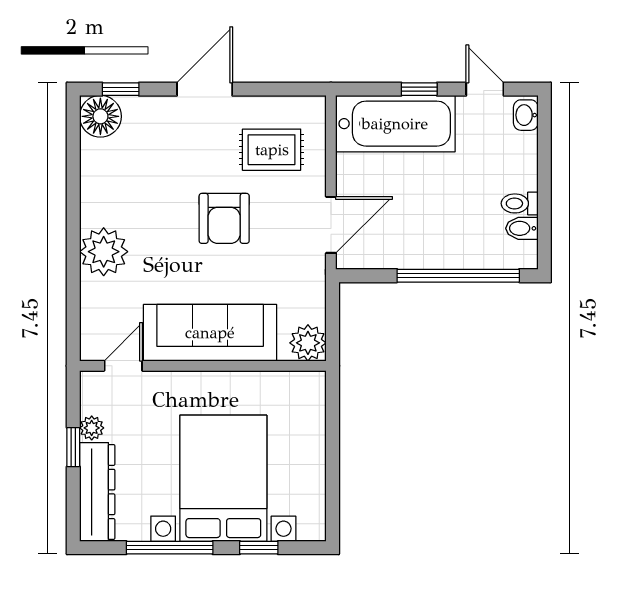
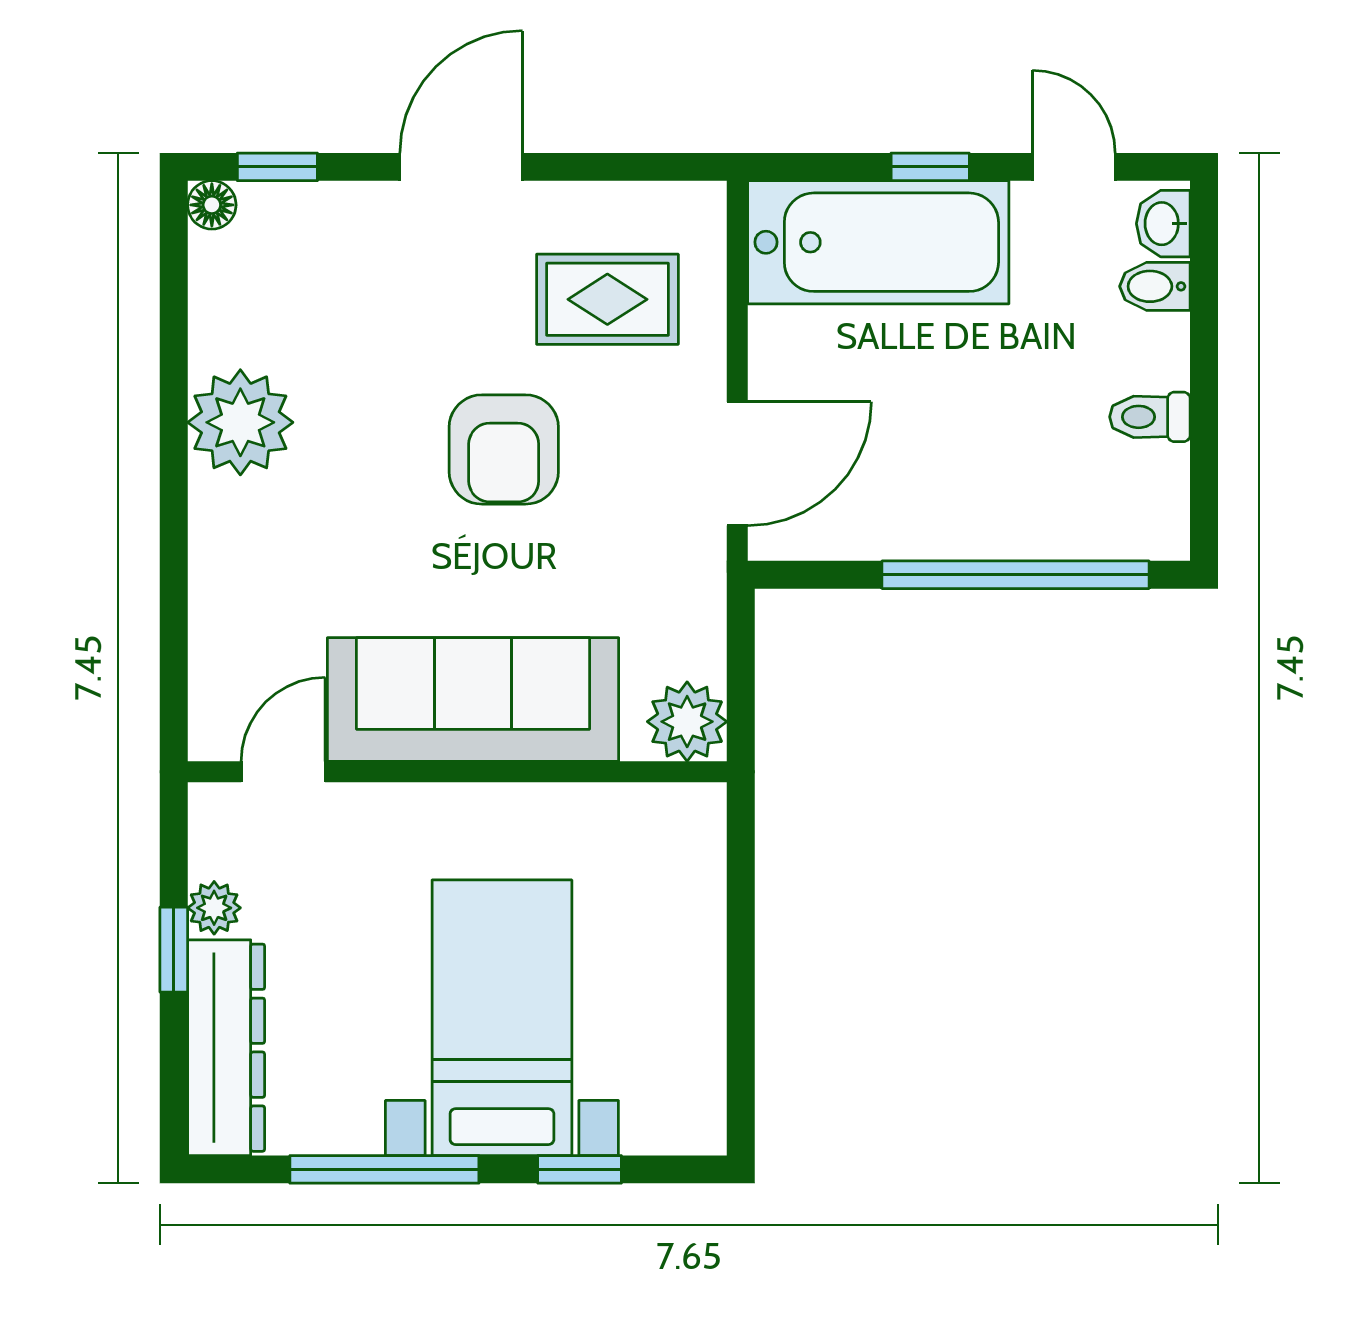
floor lamp: (100, 116) -> (212, 205), width x0.53, depth x0.53
bidet: (522, 228) -> (1155, 286), moved
plant: (104, 252) -> (240, 422), moved
bed with nightstands: (223, 478) -> (502, 1018), width x0.73

